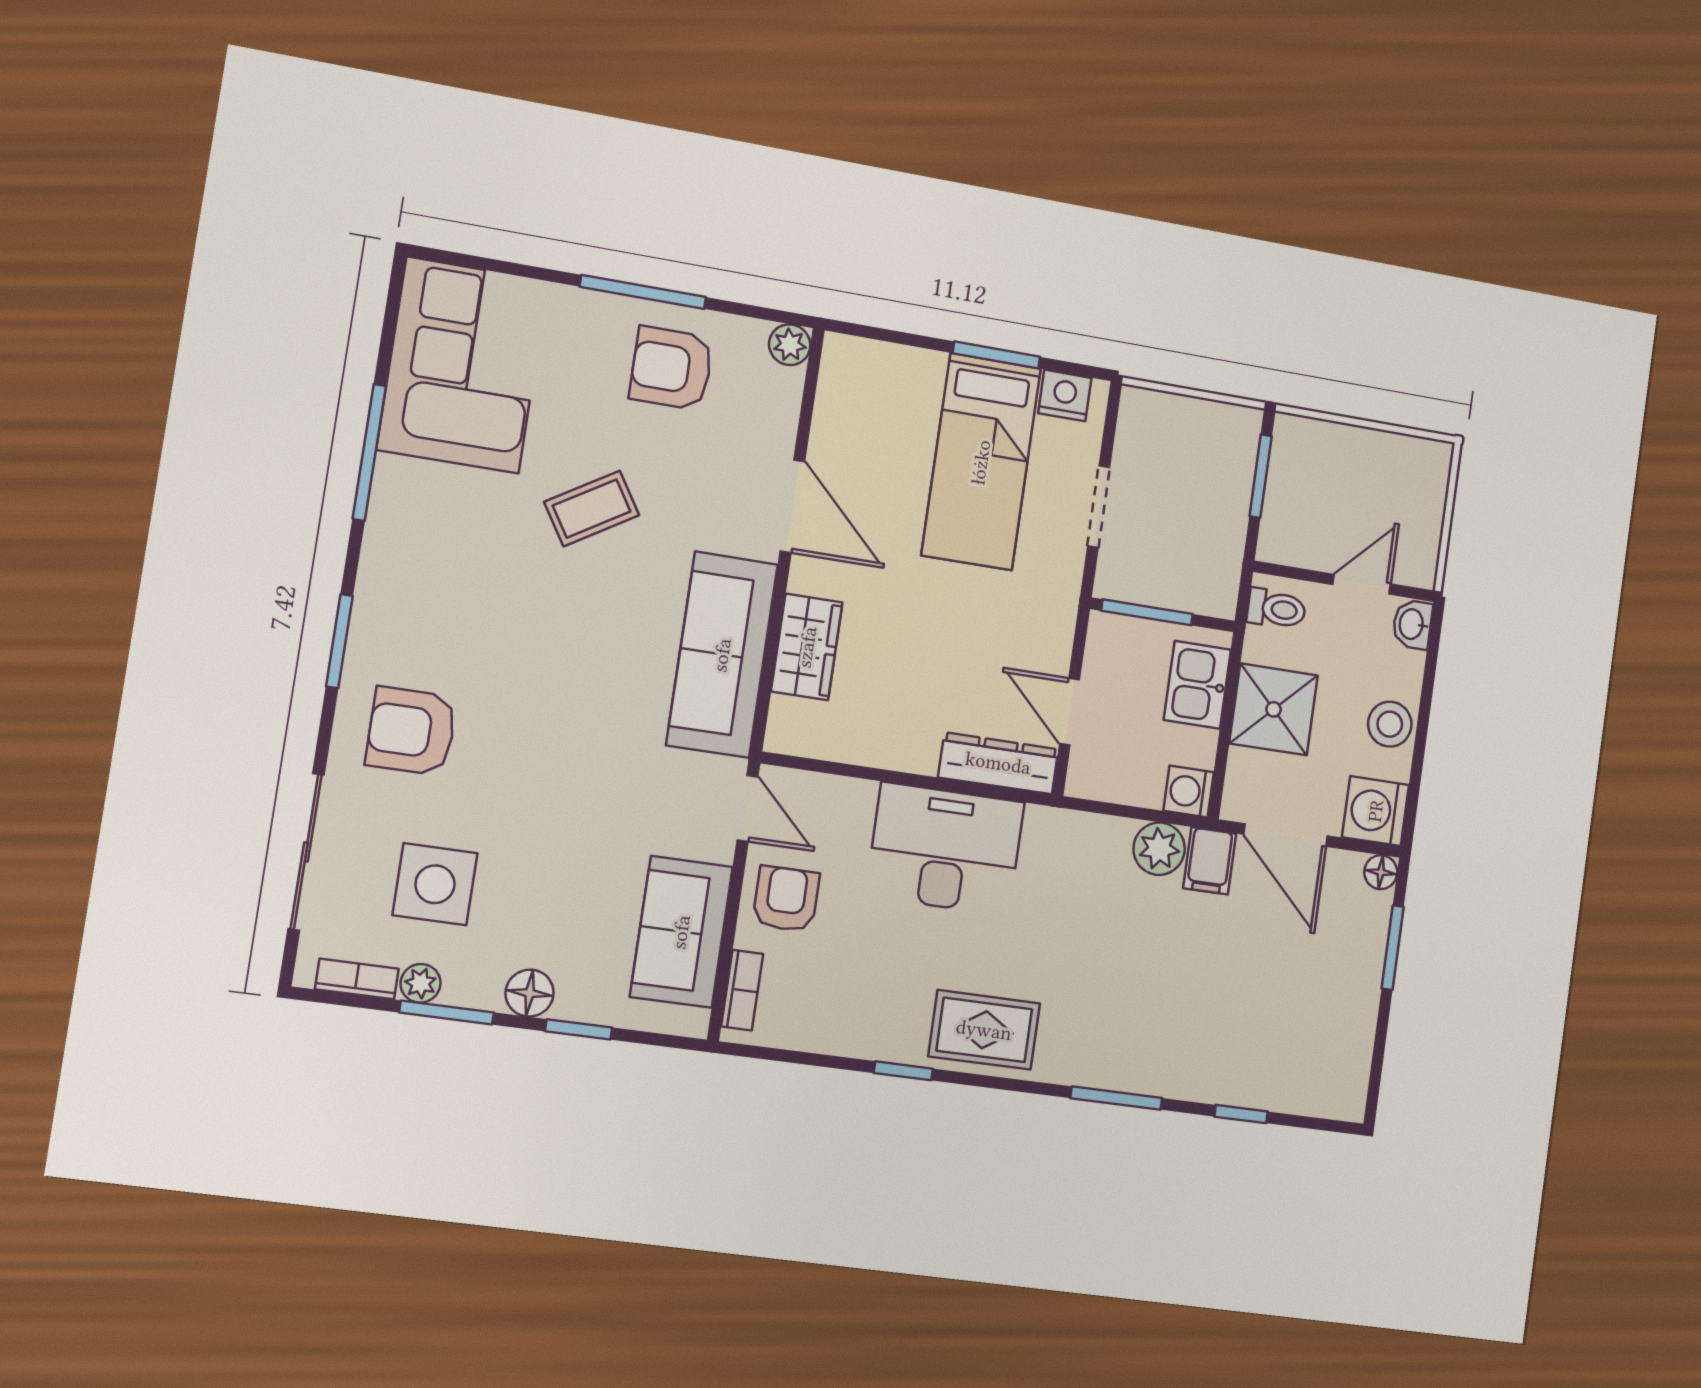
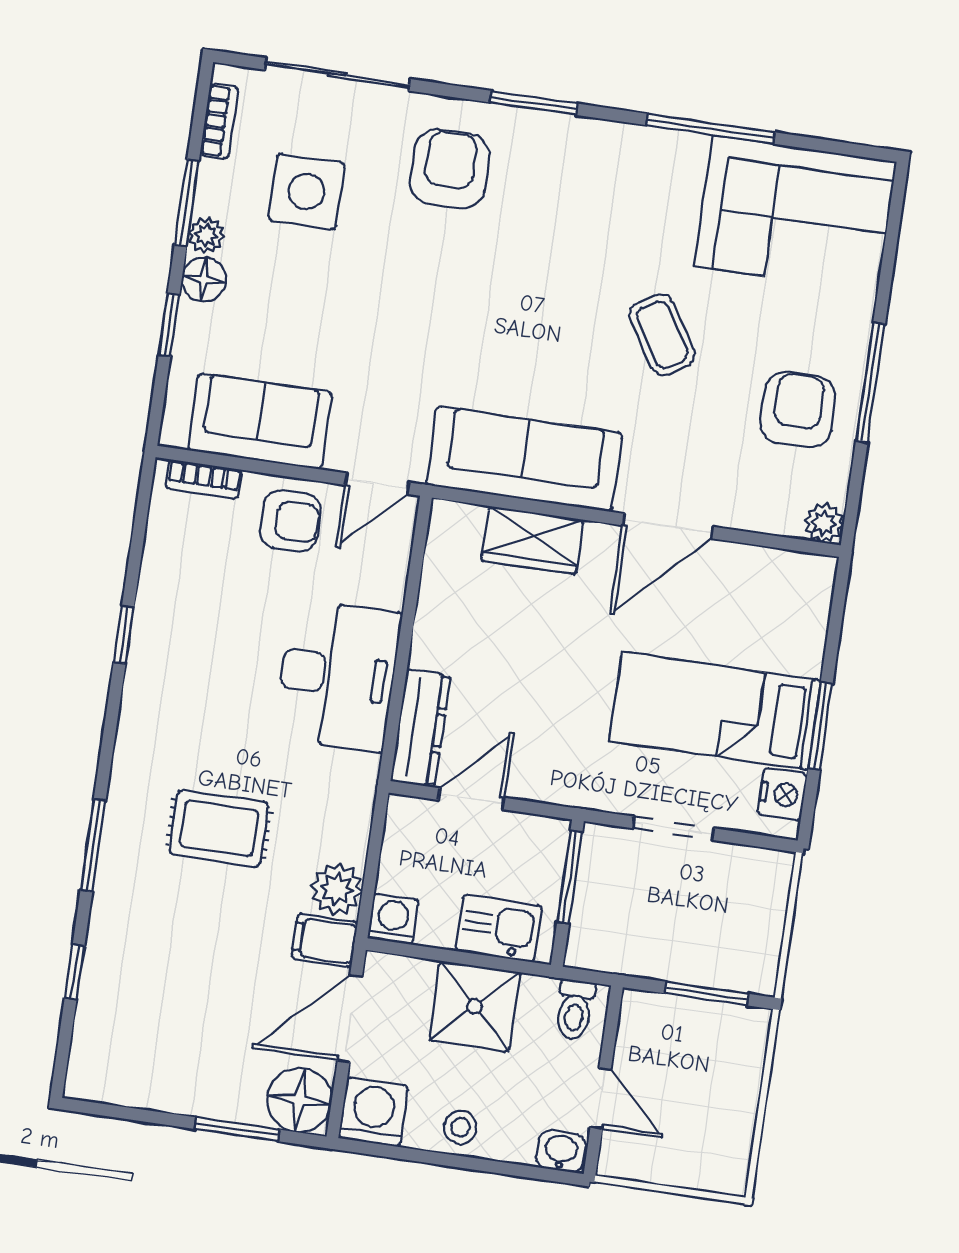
stool: (1390, 724) -> (460, 1127), width x0.73, depth x0.73
floor lamp: (1381, 872) -> (299, 1100), width x1.89, depth x1.89
plant: (421, 983) -> (206, 235), moved
rug: (984, 1030) -> (219, 828), moved, turned 90

